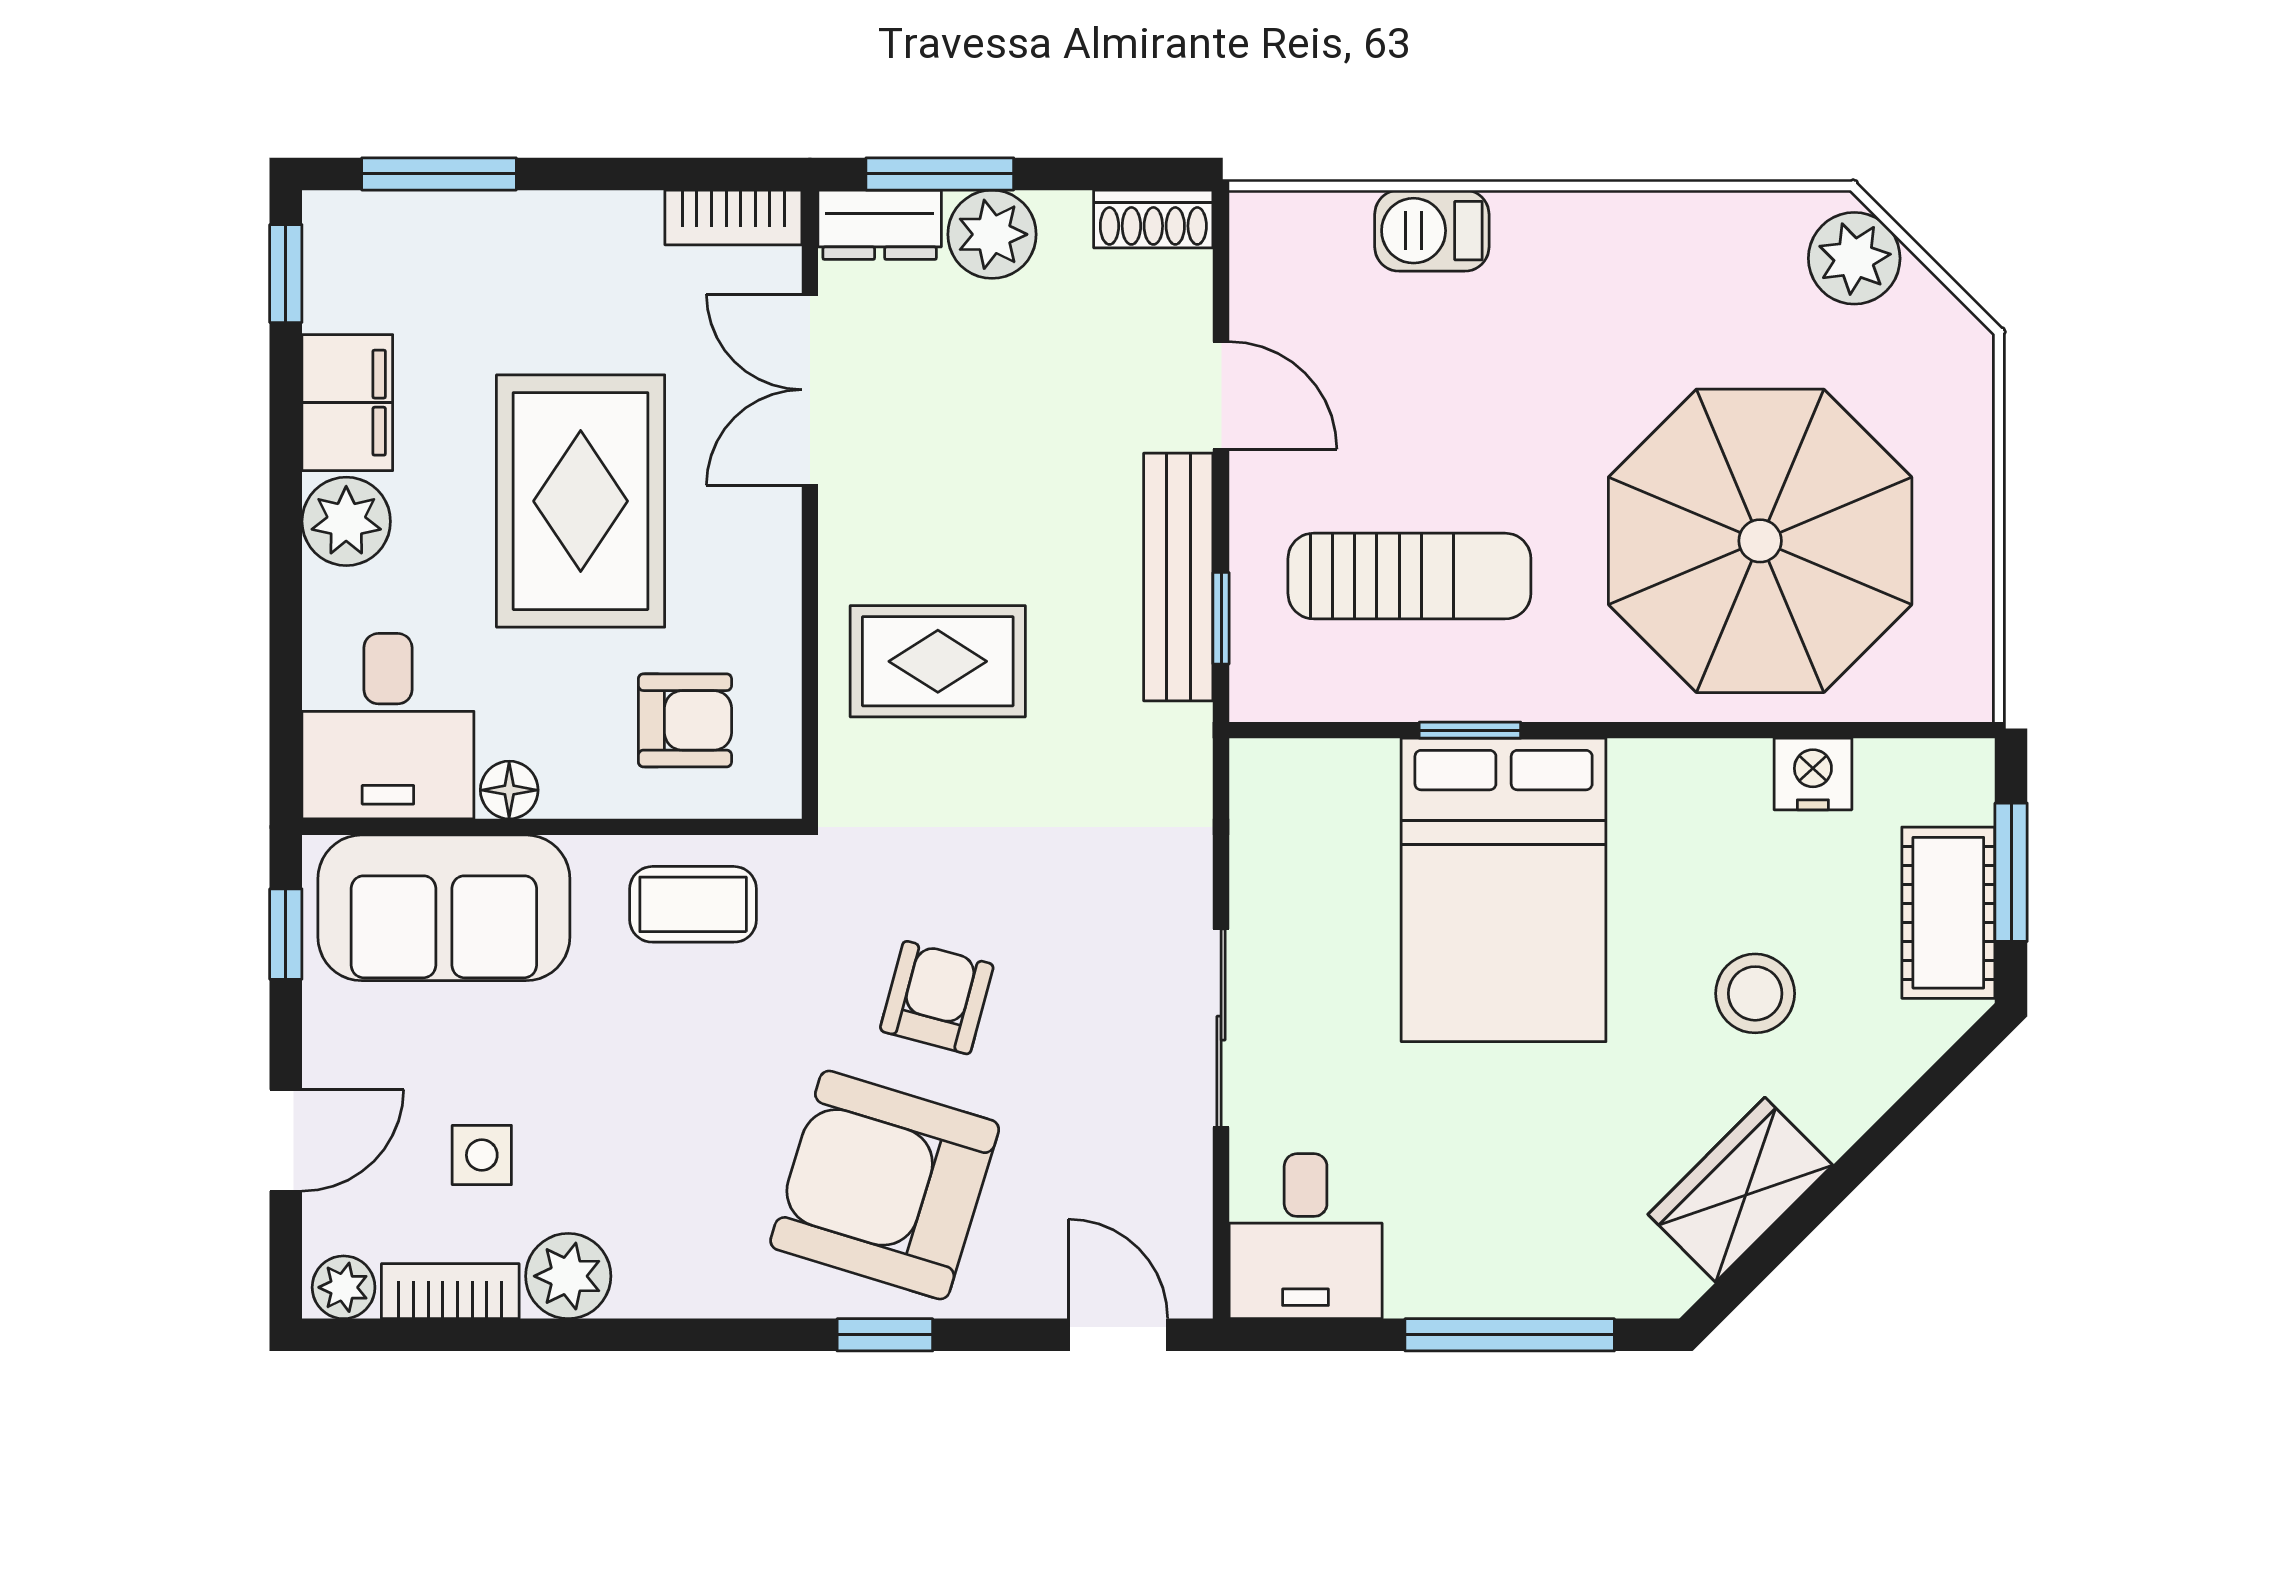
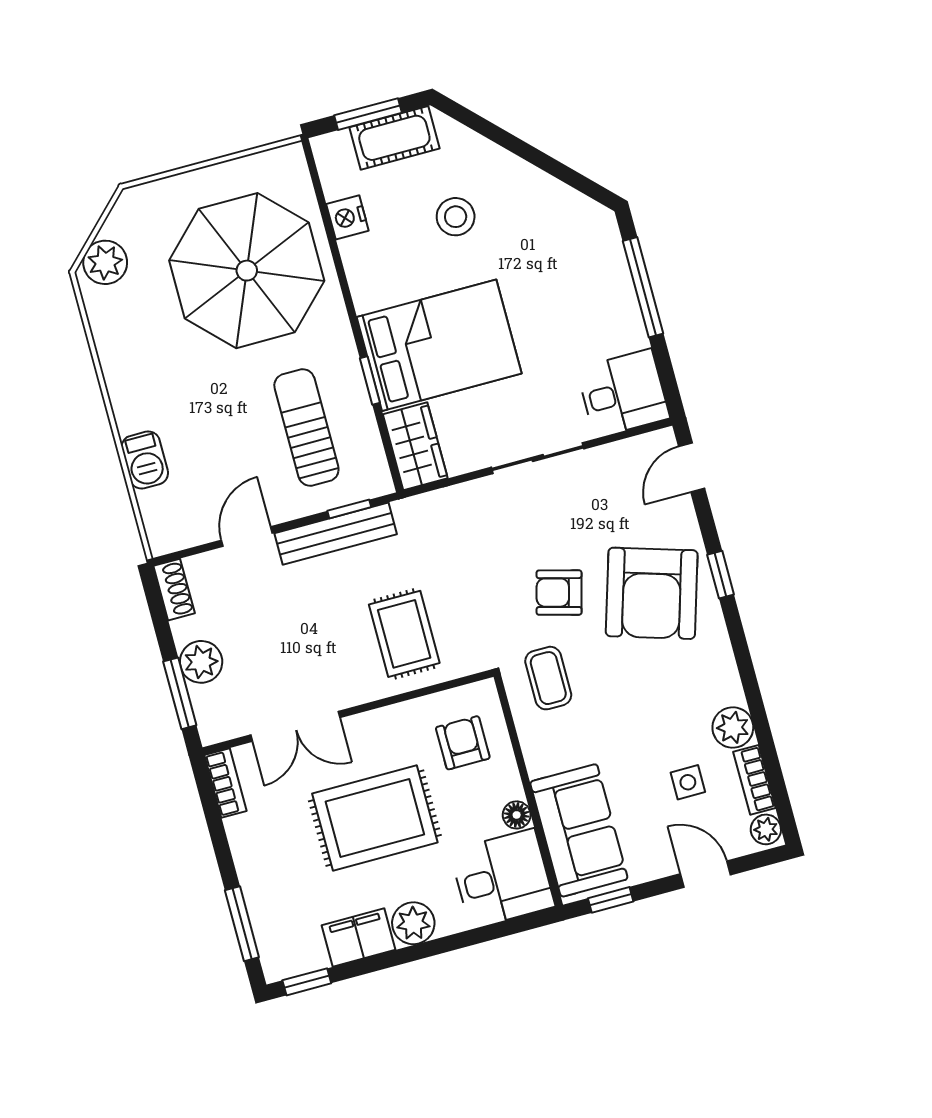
dresser: (880, 225) -> (211, 715), removed
coffee table: (693, 904) -> (548, 678), moved
wardrobe: (1740, 1190) -> (415, 446), moved, turned -135

